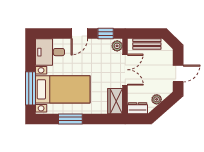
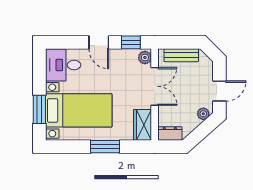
door: (79, 33) -> (99, 42), hinge flipped
window: (30, 88) -> (39, 109), width x0.69
plant: (157, 99) -> (203, 114), moved
window: (70, 119) -> (105, 147), moved

